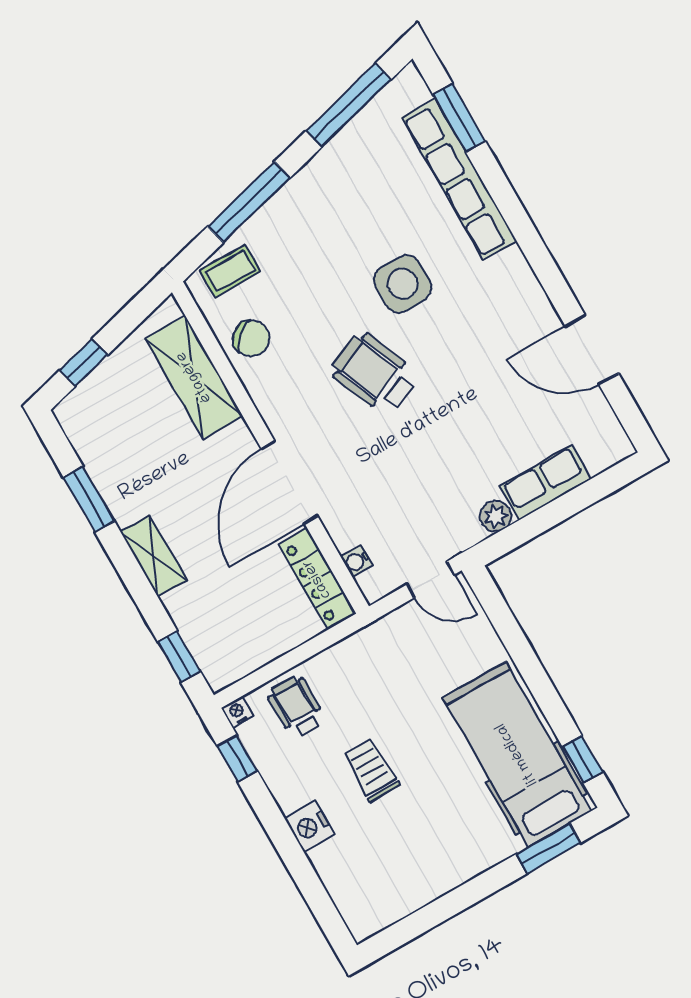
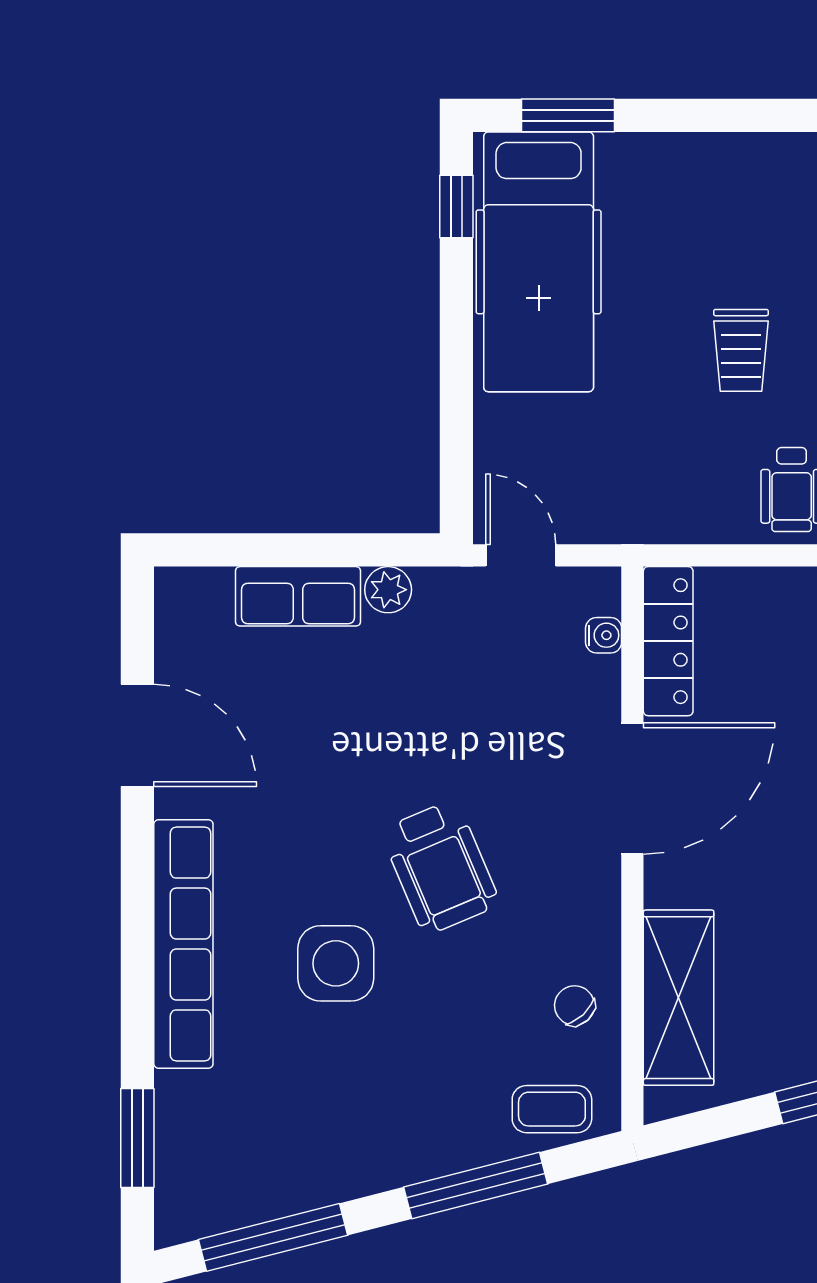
row of seats: (459, 179) -> (183, 944), moved
chair: (251, 338) -> (575, 1006), width x0.73, depth x0.73

